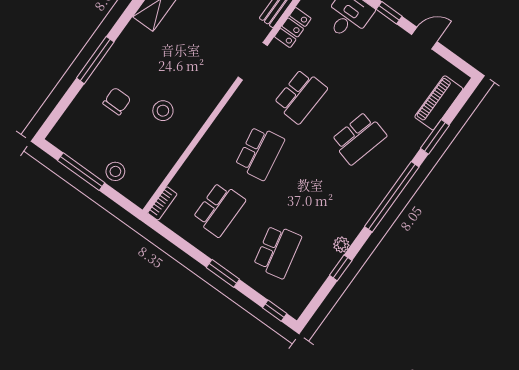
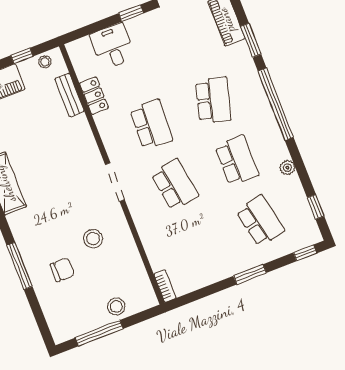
doorway: (253, 61) -> (115, 182), moved
chair: (117, 101) -> (62, 270), turned 90
school desk: (219, 209) -> (237, 160), moved
window: (341, 268) -> (316, 207), moved

